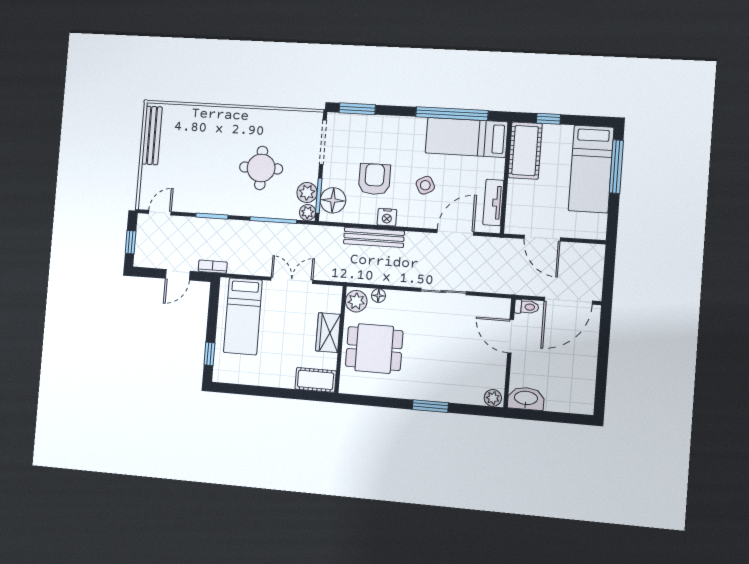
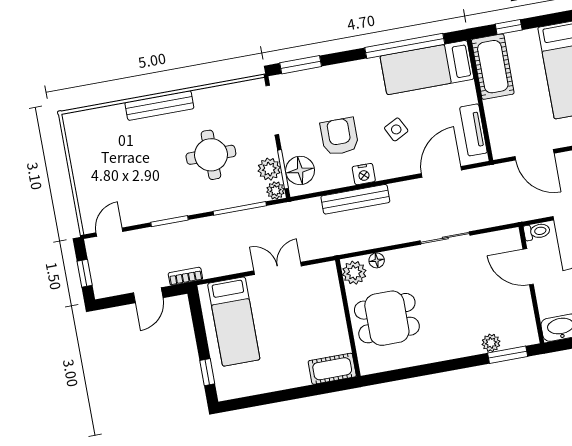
bench: (152, 135) -> (159, 105), moved, turned 90
wardrobe: (328, 333) -> (332, 314), removed
plant: (493, 398) -> (491, 343), moved
window: (430, 406) -> (508, 355), moved

